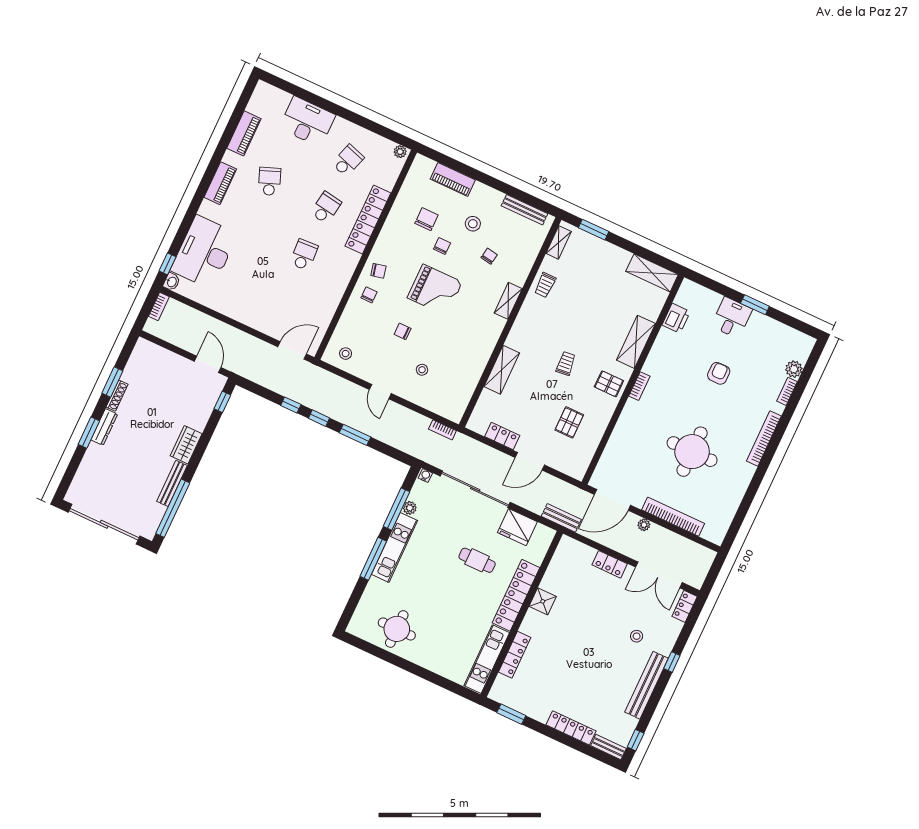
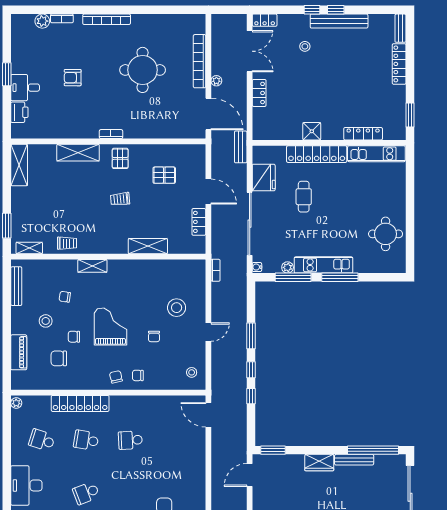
printer: (676, 318) -> (19, 112), moved, turned 90
stool: (422, 370) -> (177, 308), width x1.89, depth x1.89
window: (222, 402) -> (273, 450), width x1.50
window: (636, 740) -> (336, 10), moved

